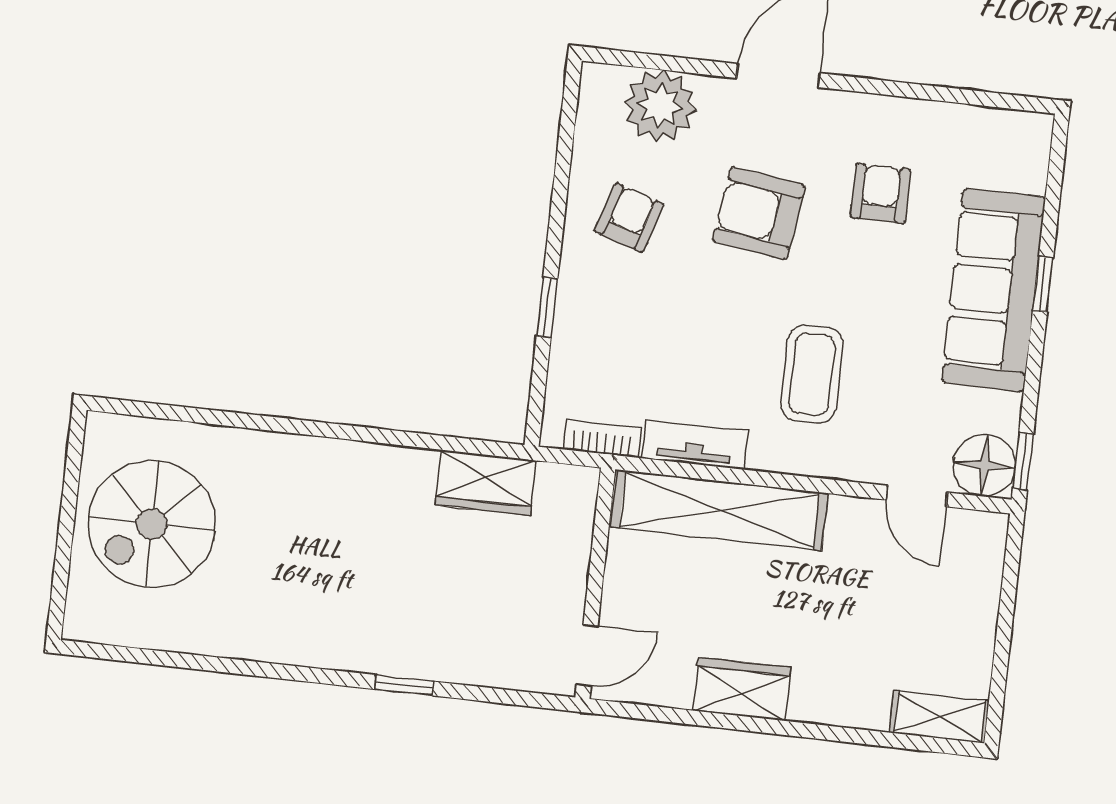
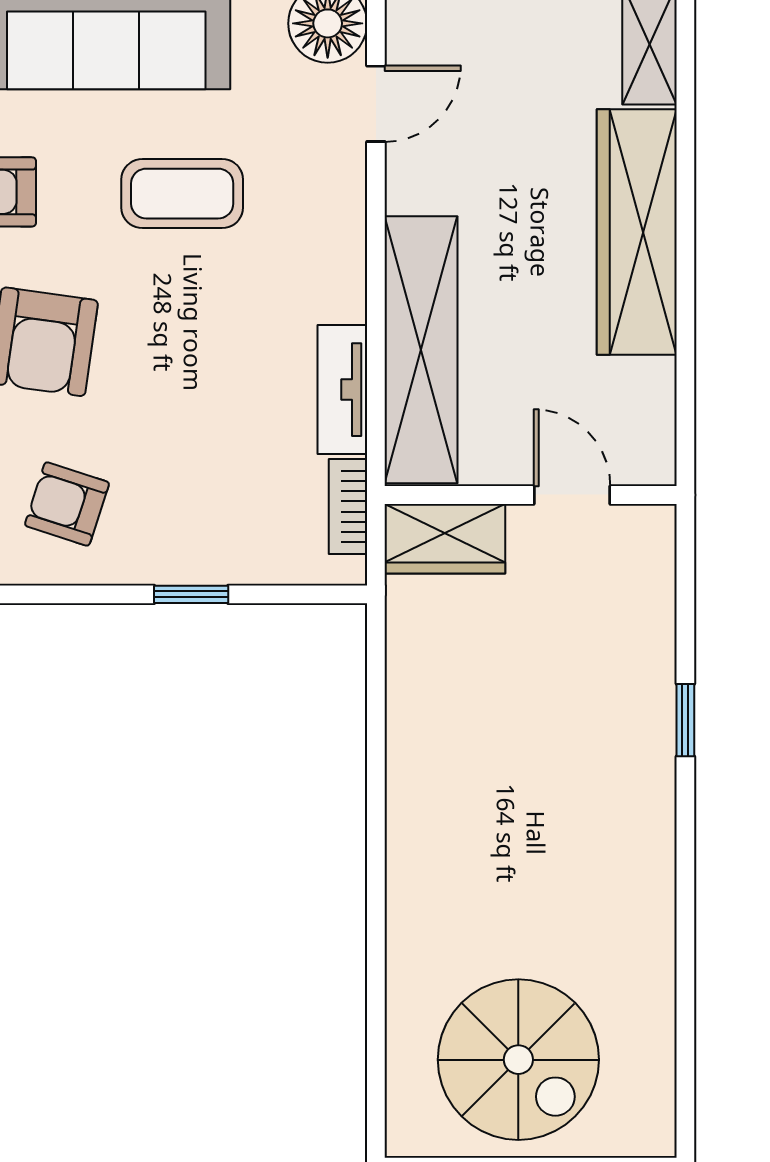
coffee table: (812, 374) -> (182, 194), moved
wardrobe: (486, 483) -> (445, 539), moved, turned 90
door: (587, 655) -> (572, 495), moved
wardrobe: (742, 689) -> (637, 232), width x2.10, depth x1.17

